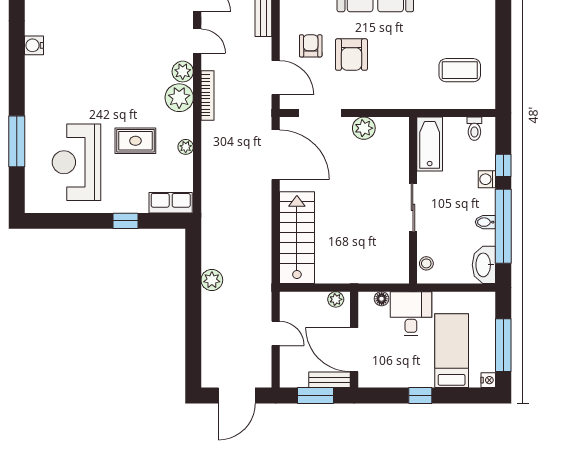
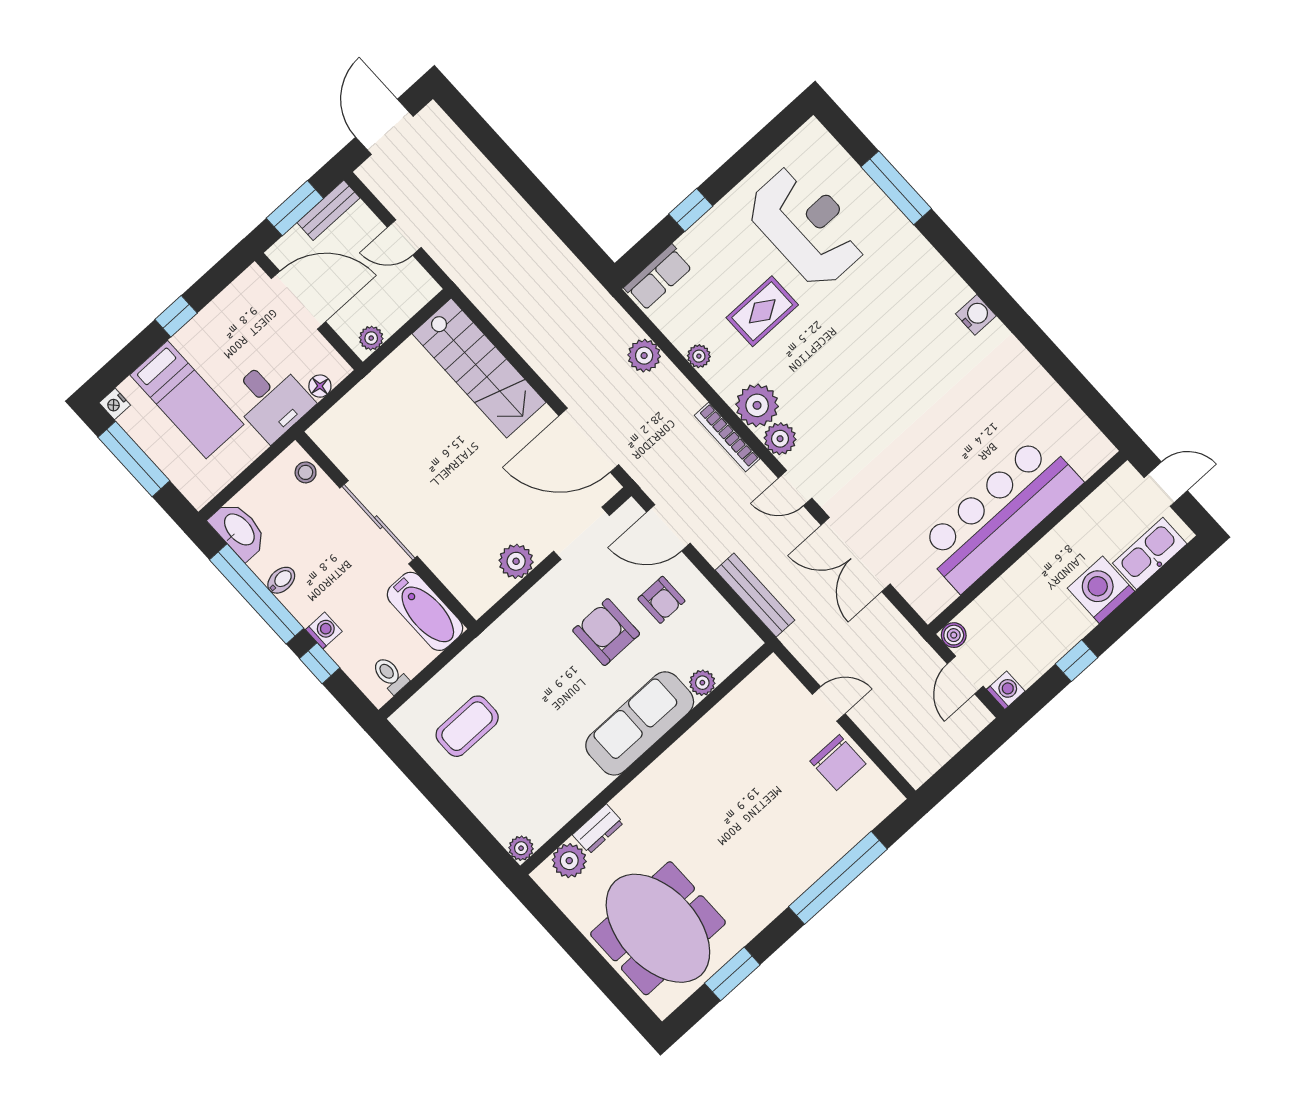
sliding door: (413, 207) -> (379, 522), width x1.37
plant: (212, 280) -> (644, 356), moved
bench: (330, 380) -> (328, 210), moved

